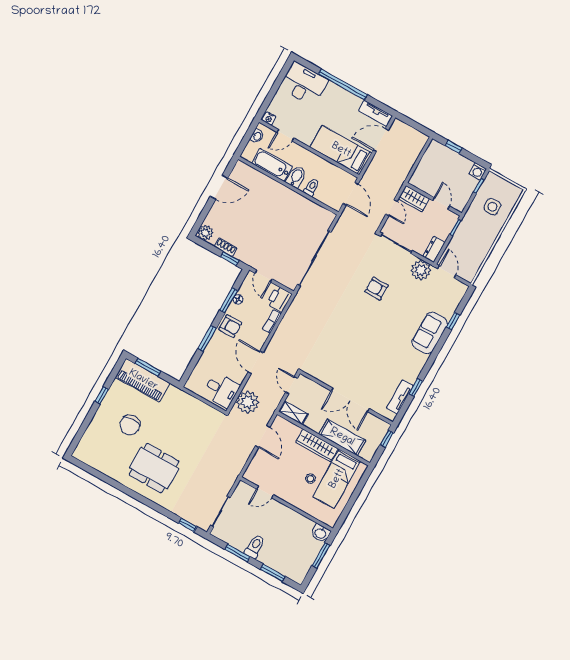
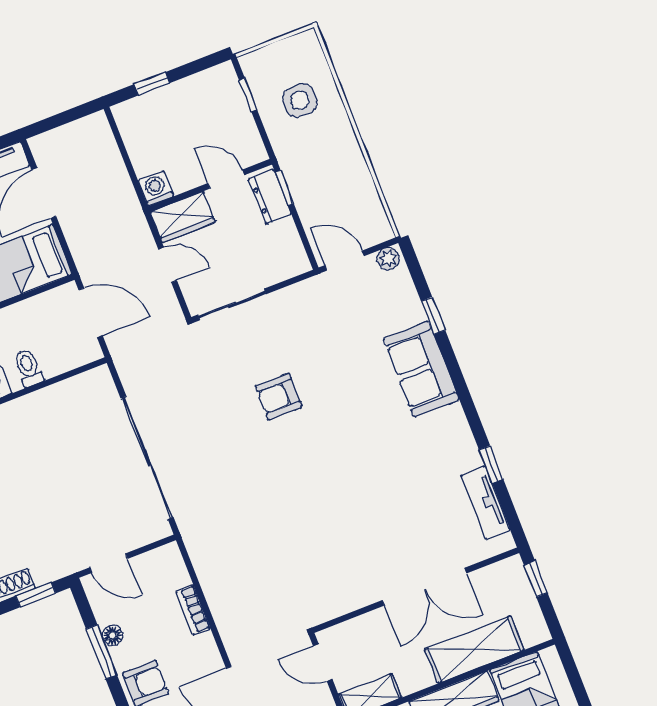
washing machine: (478, 171) -> (156, 188), moved, turned 180
dresser: (434, 249) -> (270, 197), moved
plant: (421, 270) -> (388, 259), moved, width x0.53, depth x0.53
printer: (279, 299) -> (167, 568), removed

